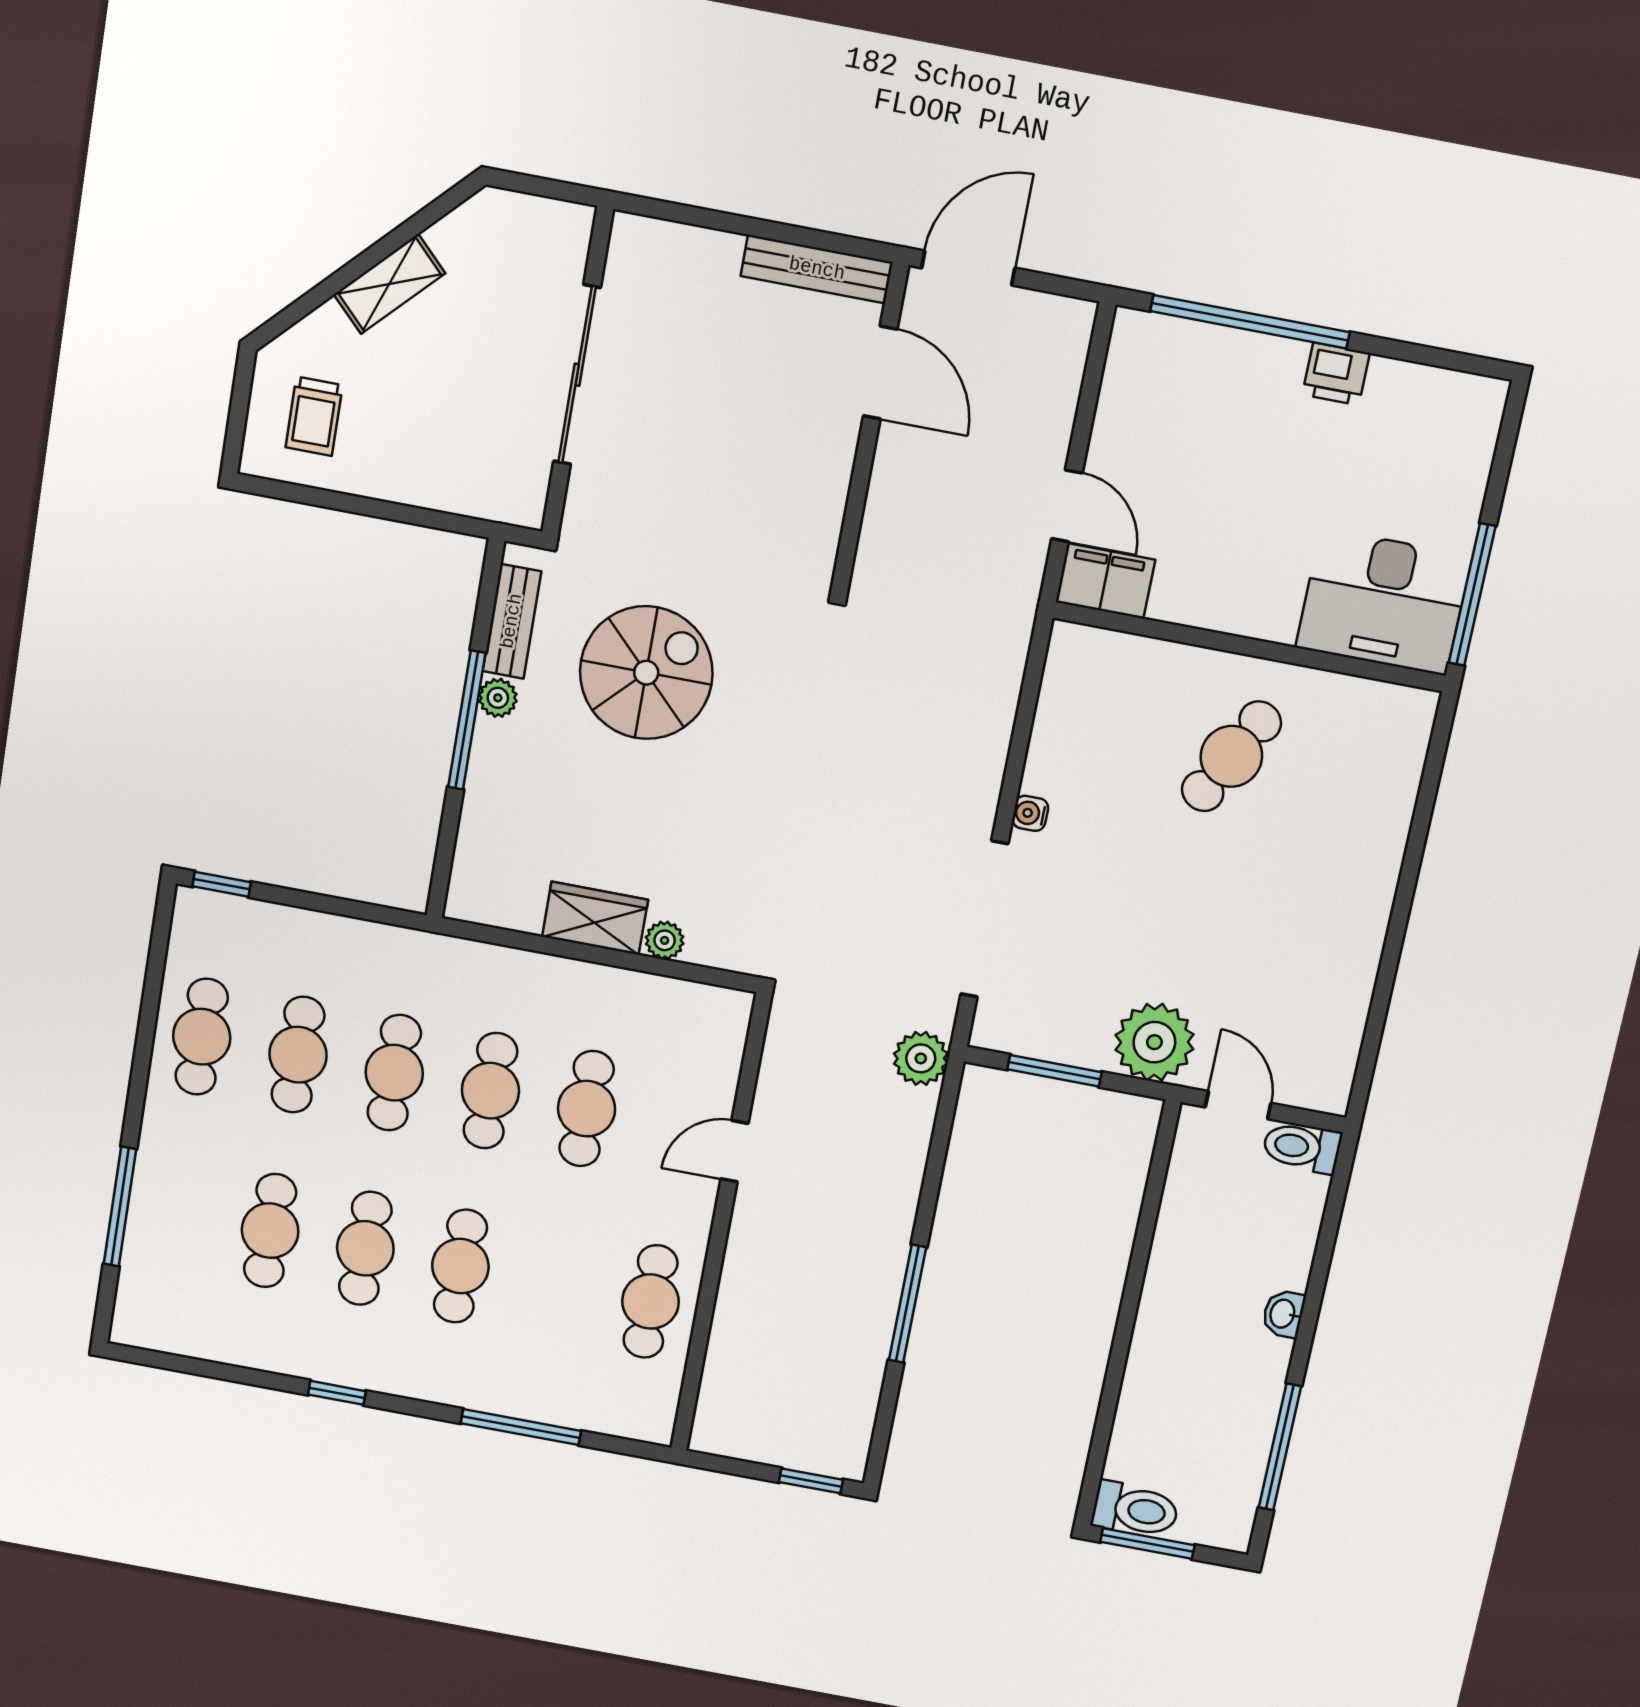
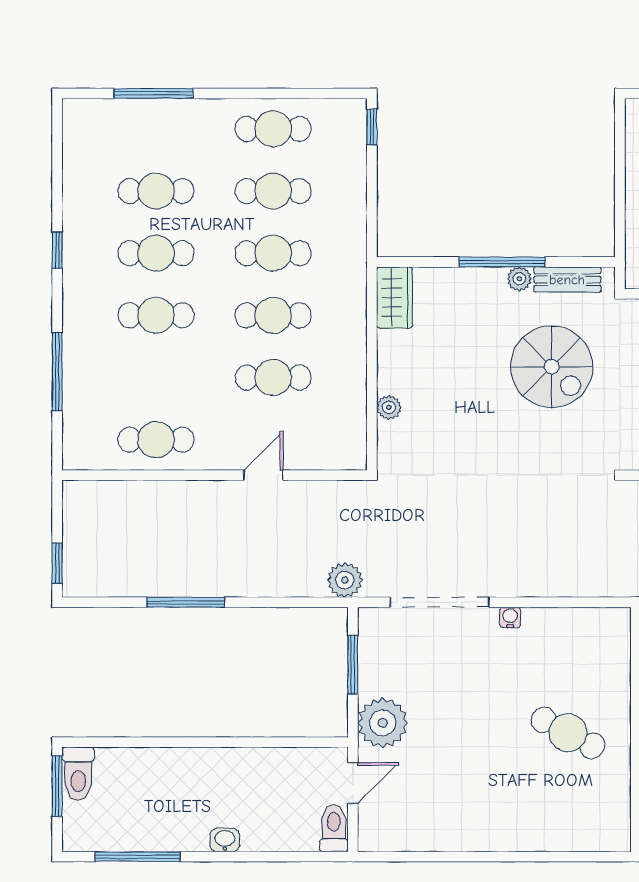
wardrobe: (595, 918) -> (395, 298), moved
door: (735, 1151) -> (264, 475), hinge flipped

